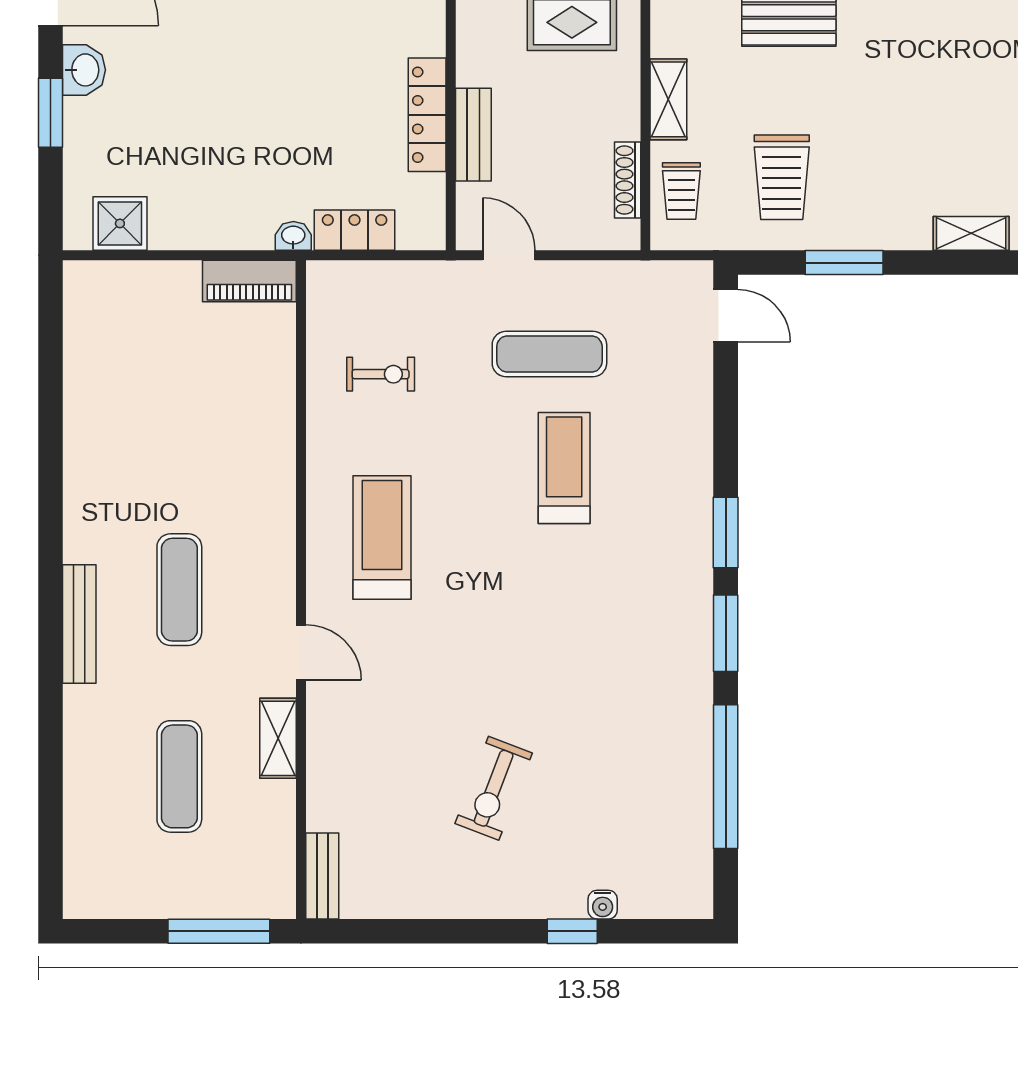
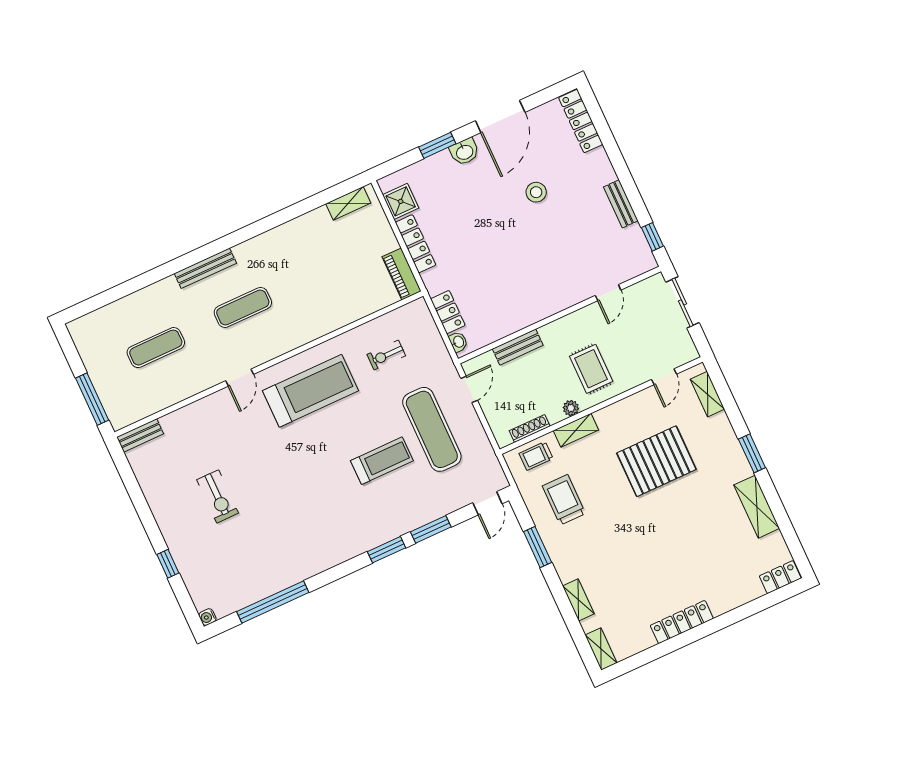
plant: (625, 90) -> (571, 408), added
locker: (427, 115) -> (416, 244), moved, turned 90
trolley: (782, 177) -> (564, 500), turned 90
washbasin: (293, 236) -> (458, 342), moved
exercise mat: (549, 354) -> (432, 429), width x1.36, depth x1.45
exercise bike: (381, 374) -> (386, 355), turned 90
treadmill: (382, 538) -> (311, 391), width x1.37, depth x1.38
window: (726, 633) -> (431, 529), moved
shelving: (278, 738) -> (348, 203), moved
exercise bike: (494, 788) -> (218, 496), turned -111
water cooler: (603, 905) -> (207, 617), moved

